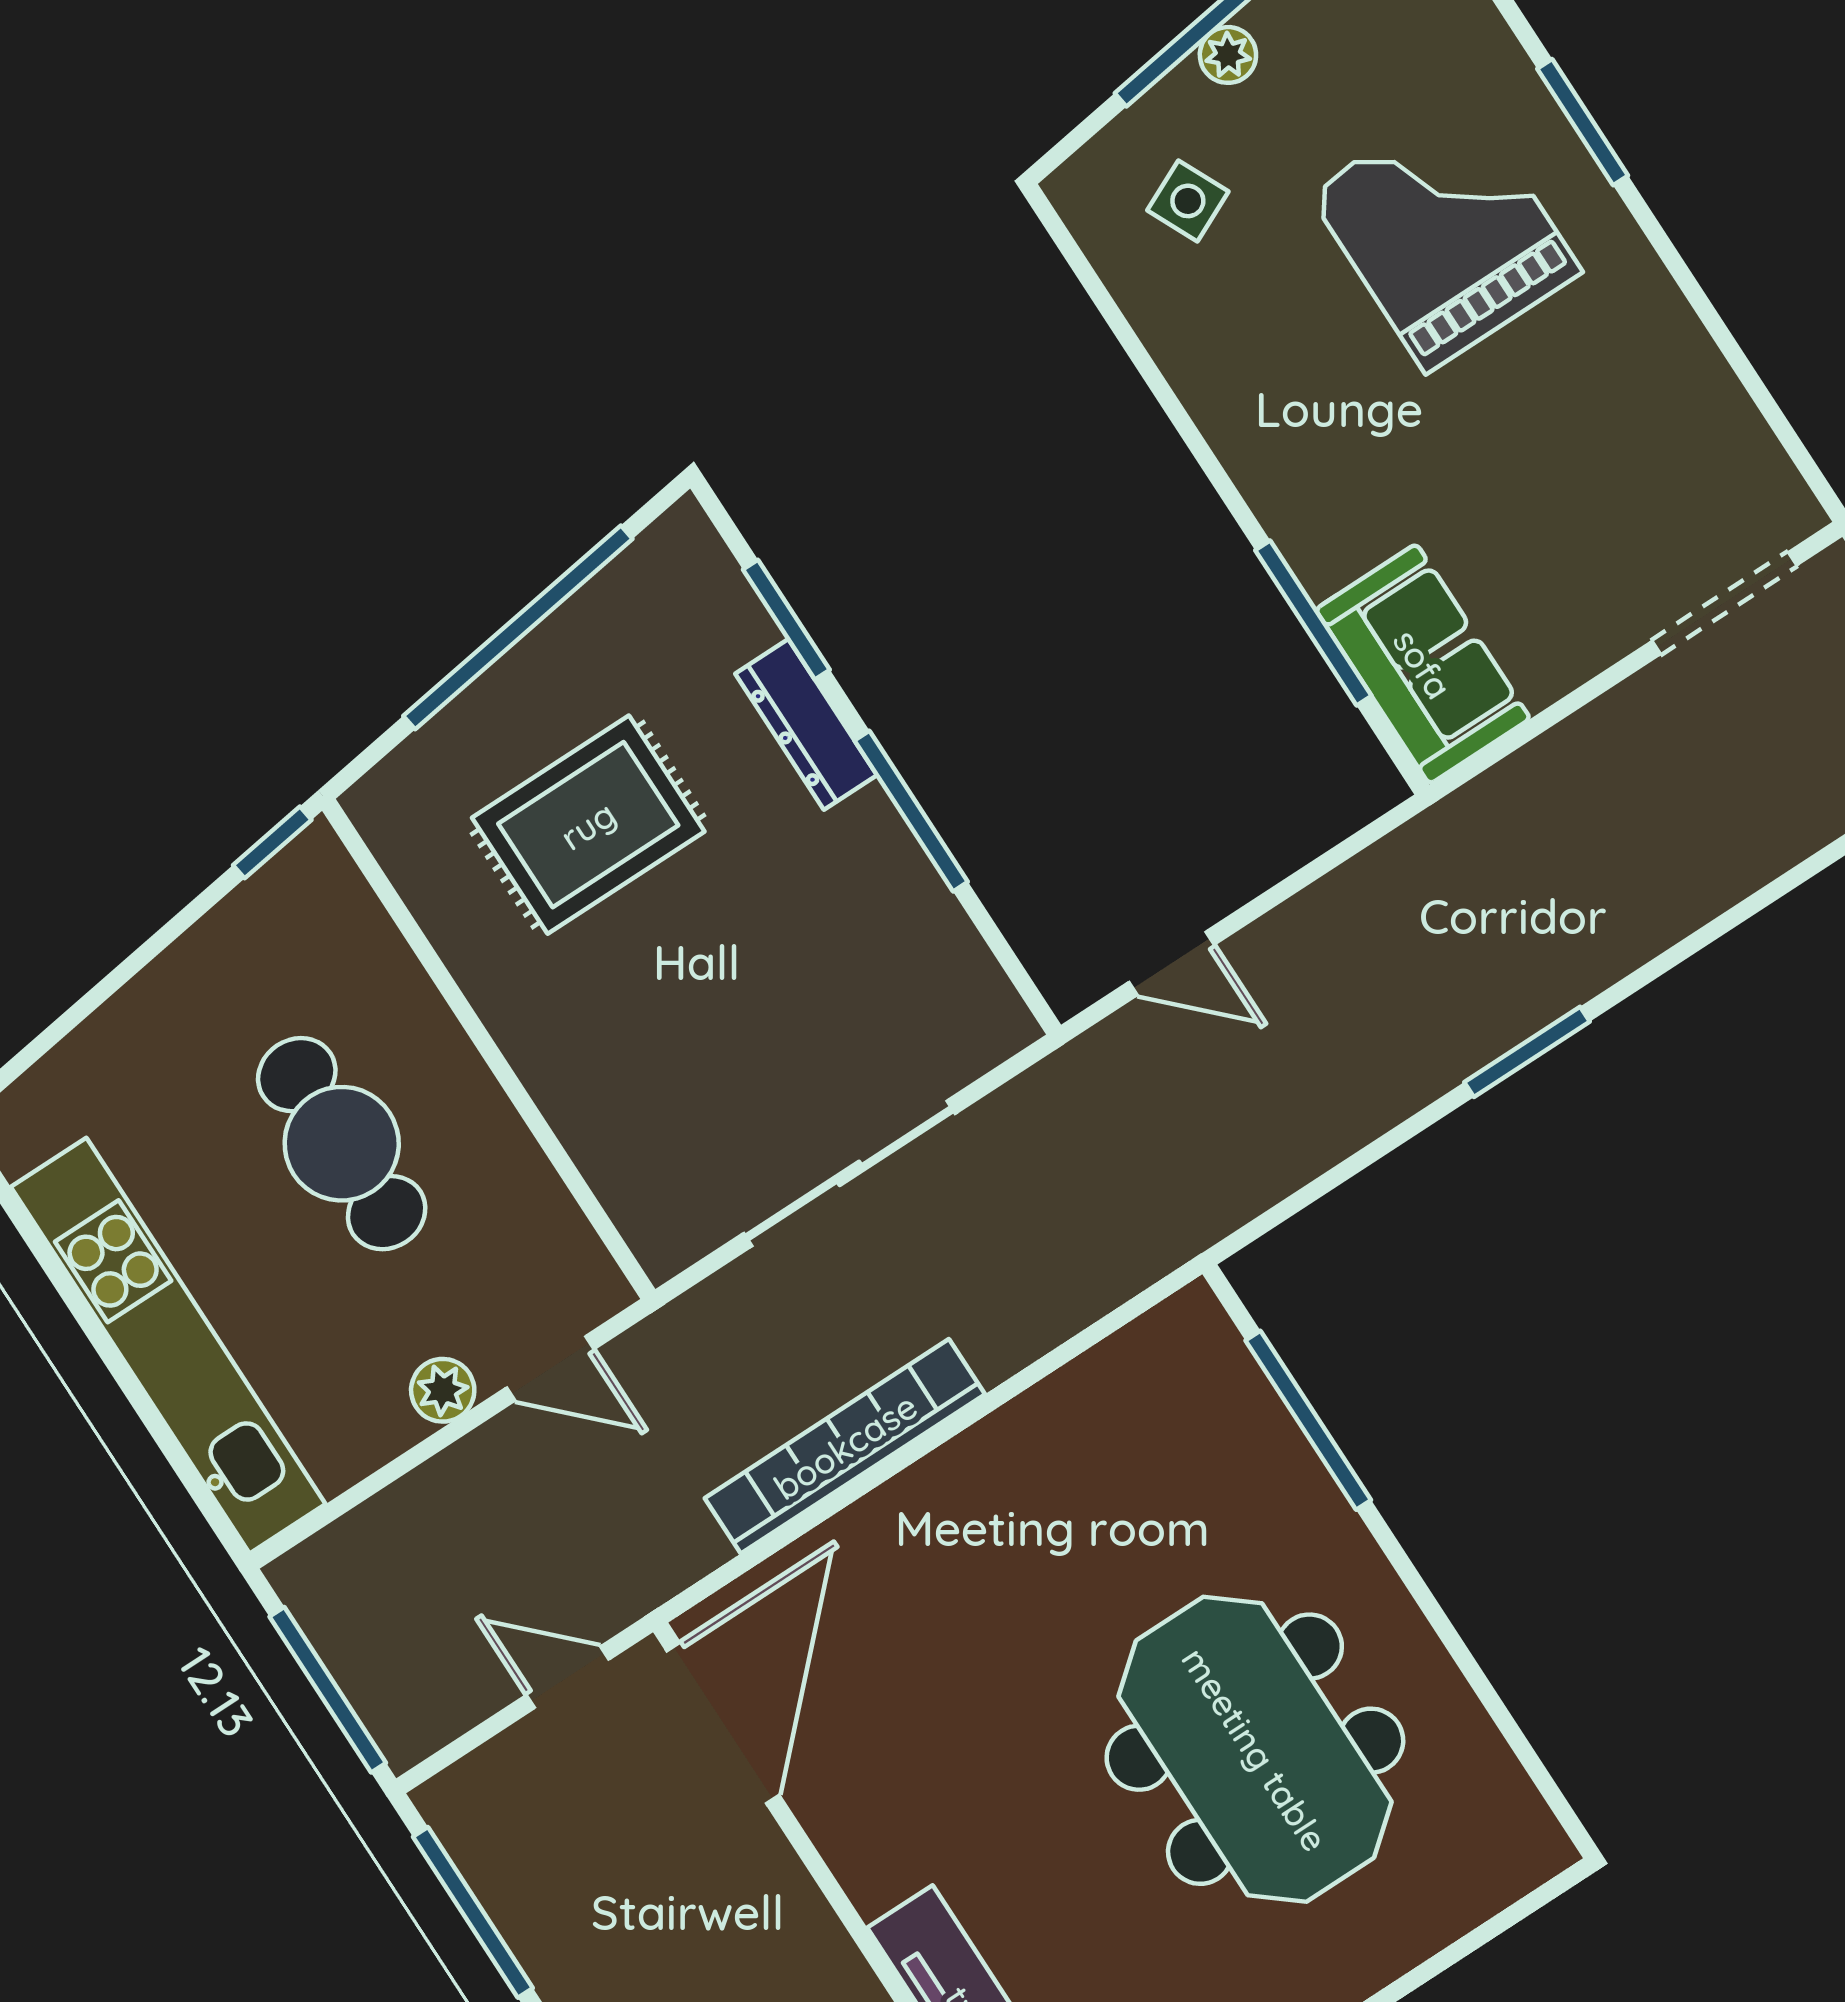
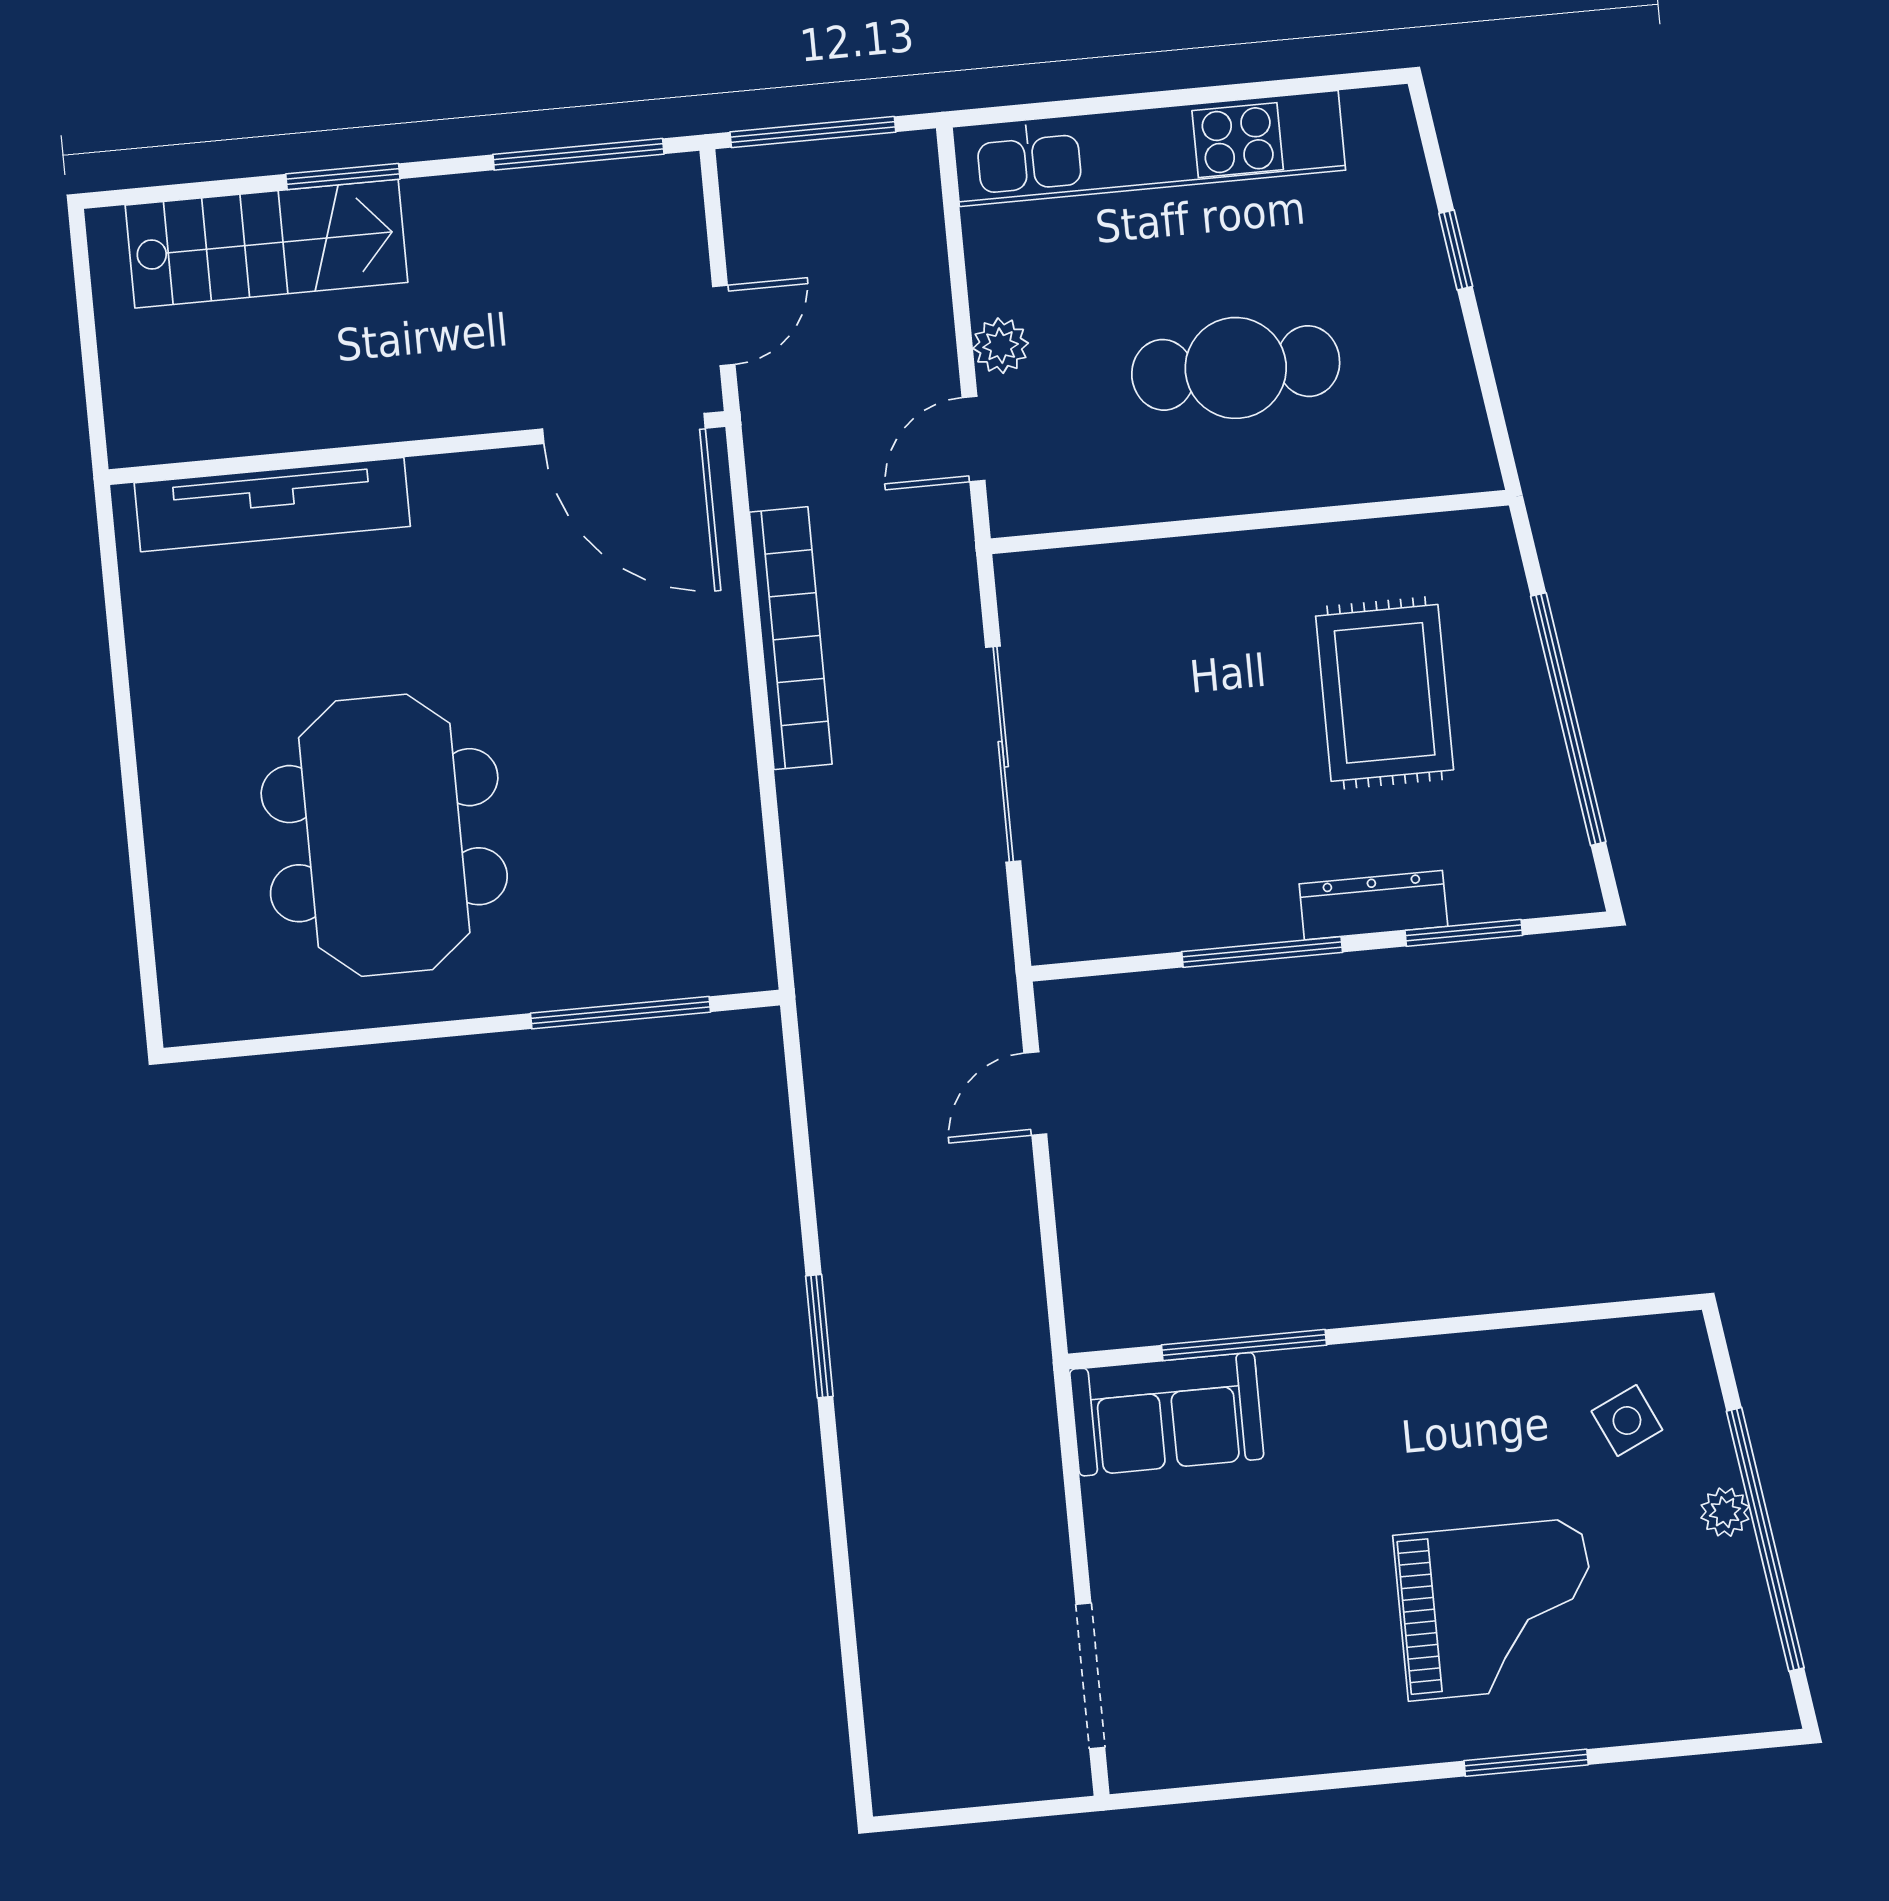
window: (272, 842) -> (1456, 250), moved
meeting table: (1255, 1749) -> (384, 835), turned 90

